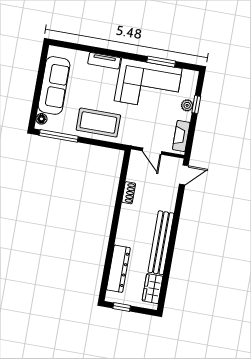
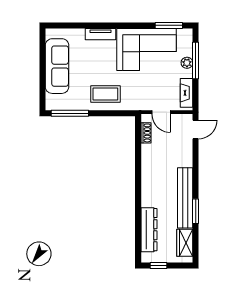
window: (161, 62) -> (169, 25), moved
window: (196, 105) -> (196, 60), width x2.17
floor lamp: (41, 119) -> (51, 100), removed
coffee table: (98, 123) -> (105, 94), width x0.73, depth x0.76
shoe rack: (129, 193) -> (146, 133), moved
window: (169, 258) -> (196, 211), added

